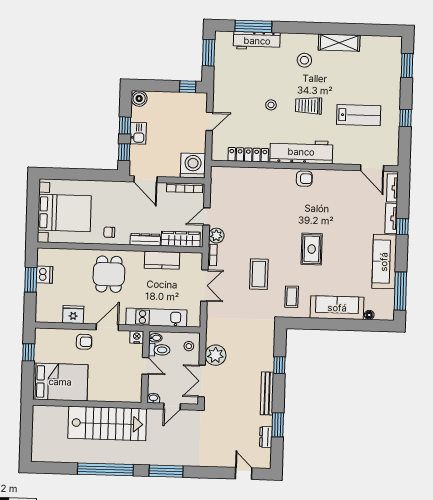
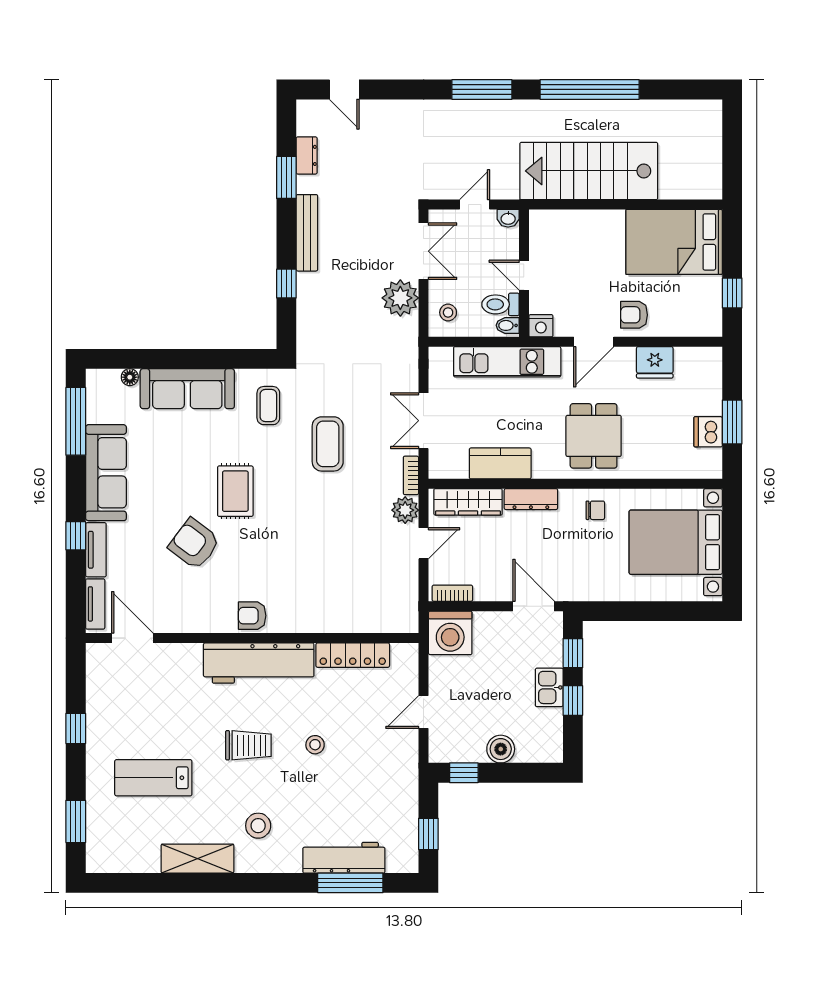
window: (209, 53) -> (428, 834), width x0.67
boiler: (139, 98) -> (501, 749), moved
lab bench: (359, 115) -> (153, 778), moved
bookcase: (185, 188) -> (452, 593), width x0.64
armchair: (336, 220) -> (194, 544), added

